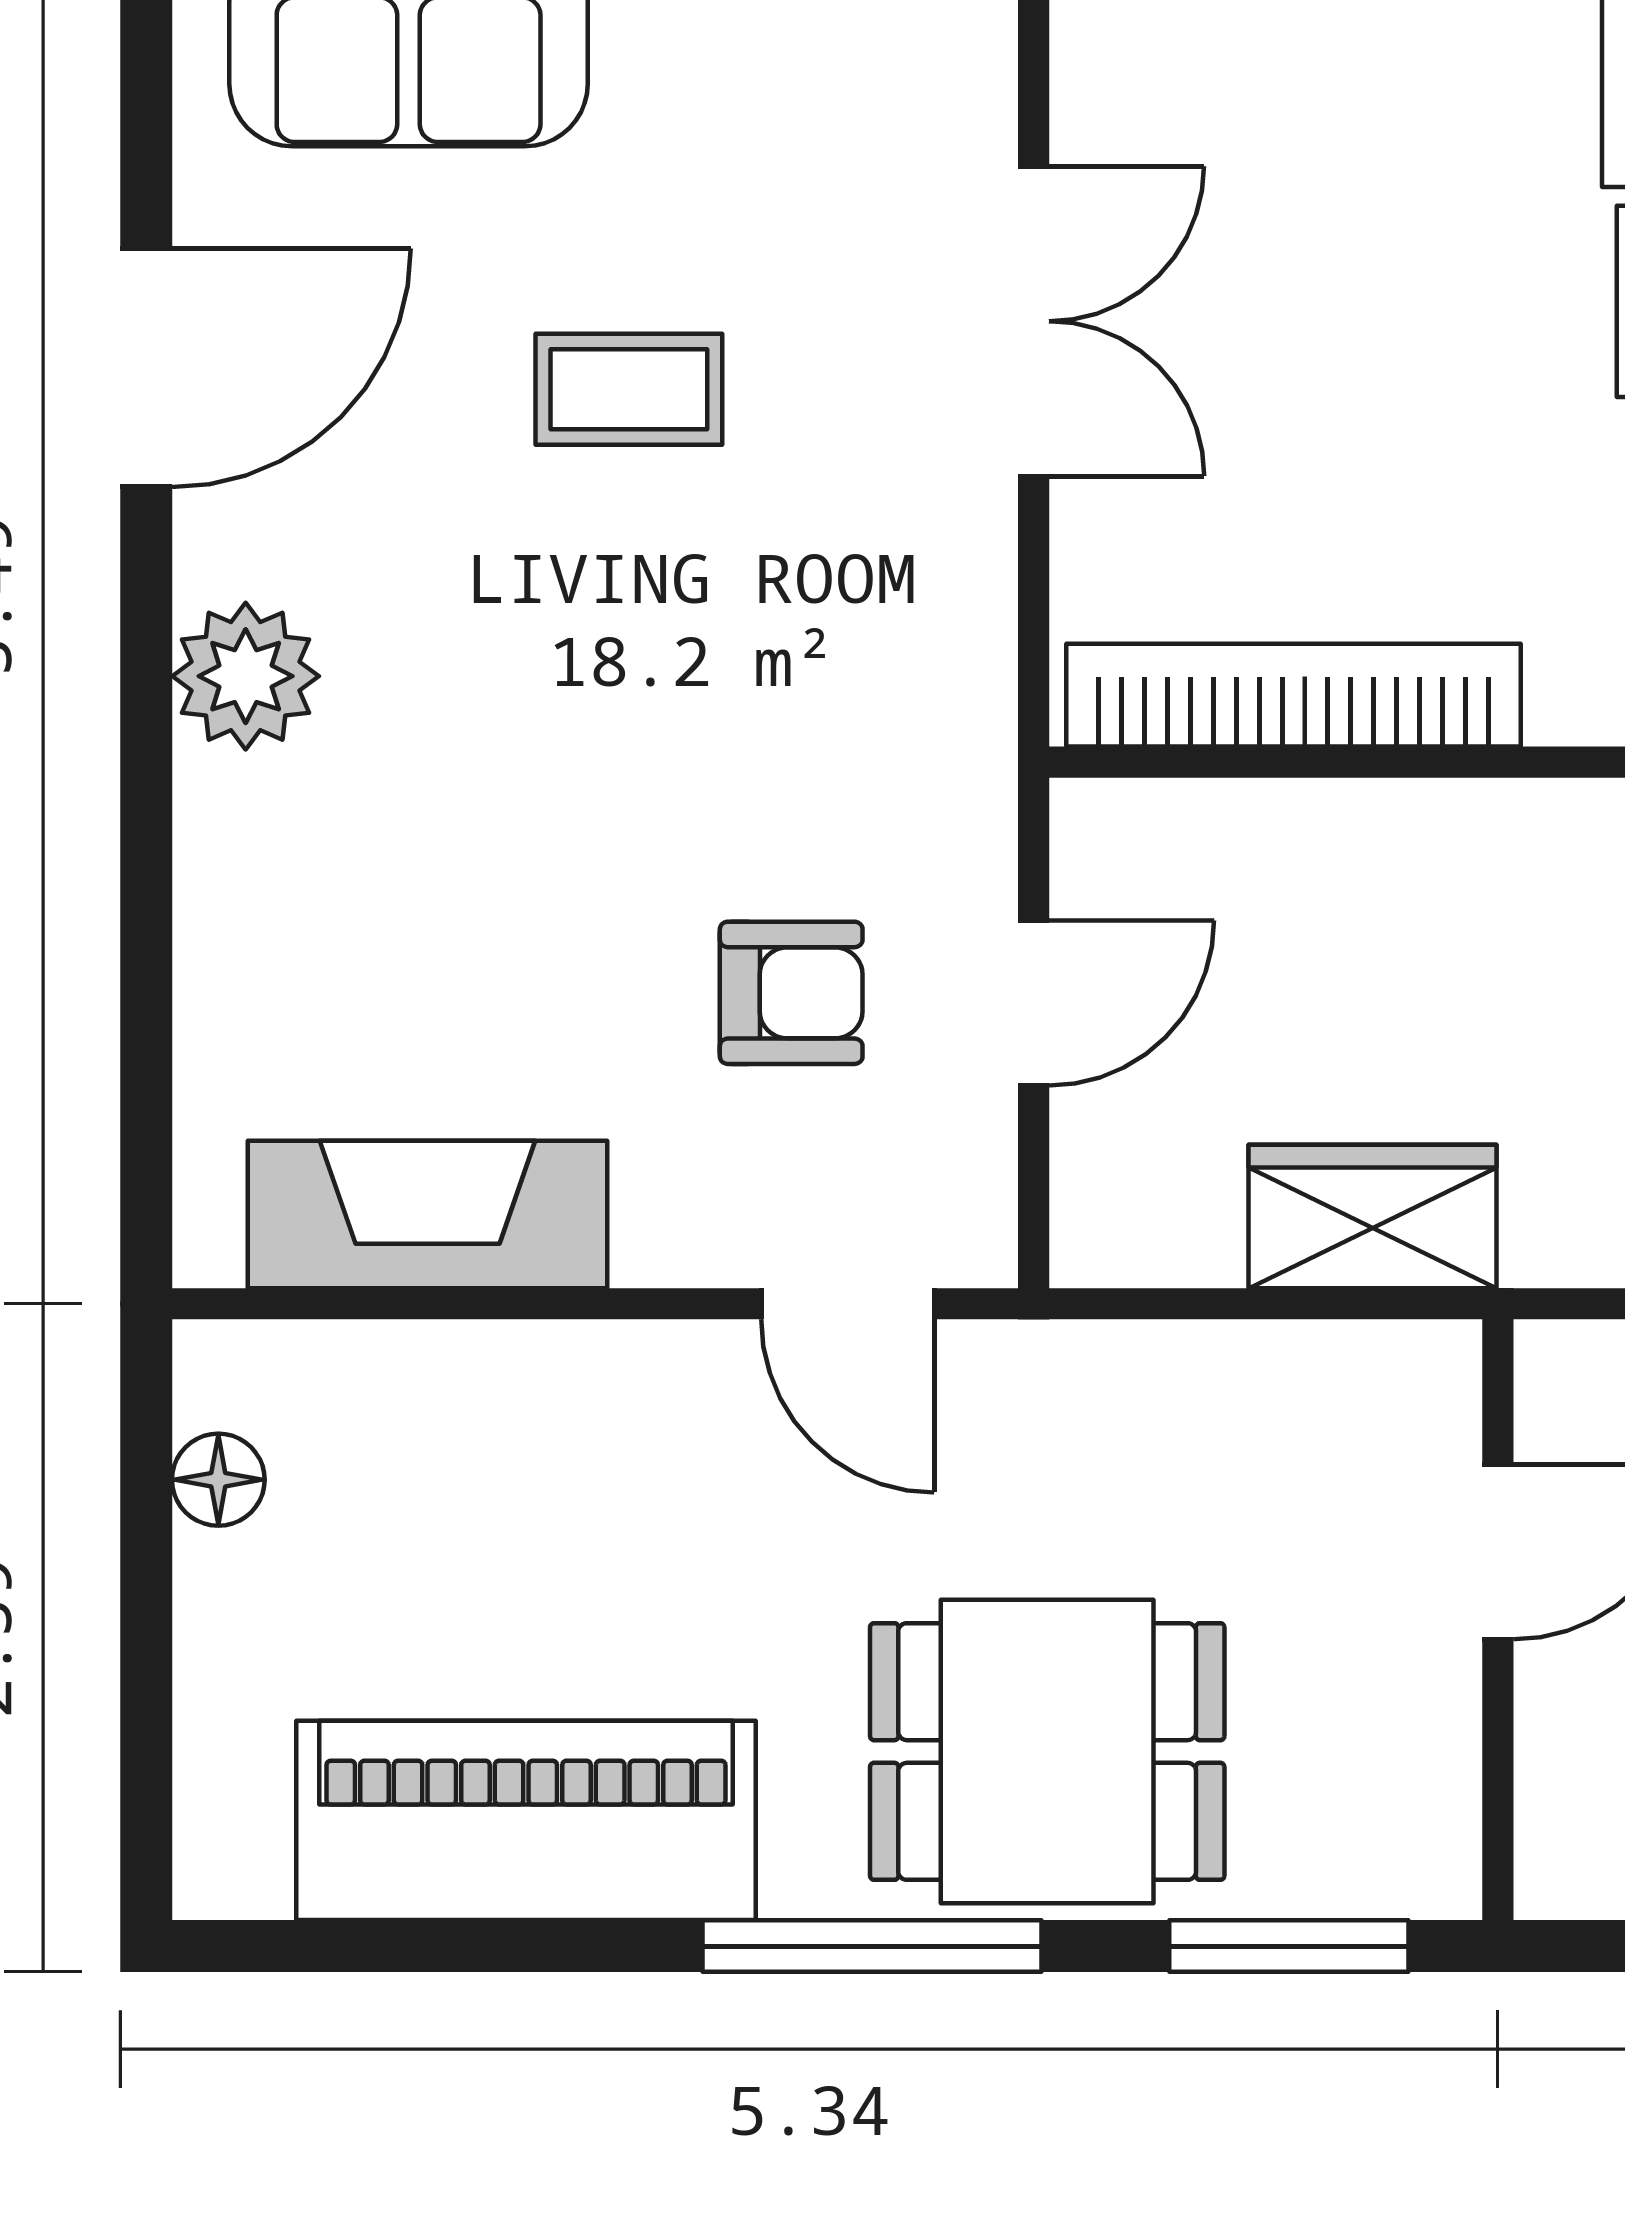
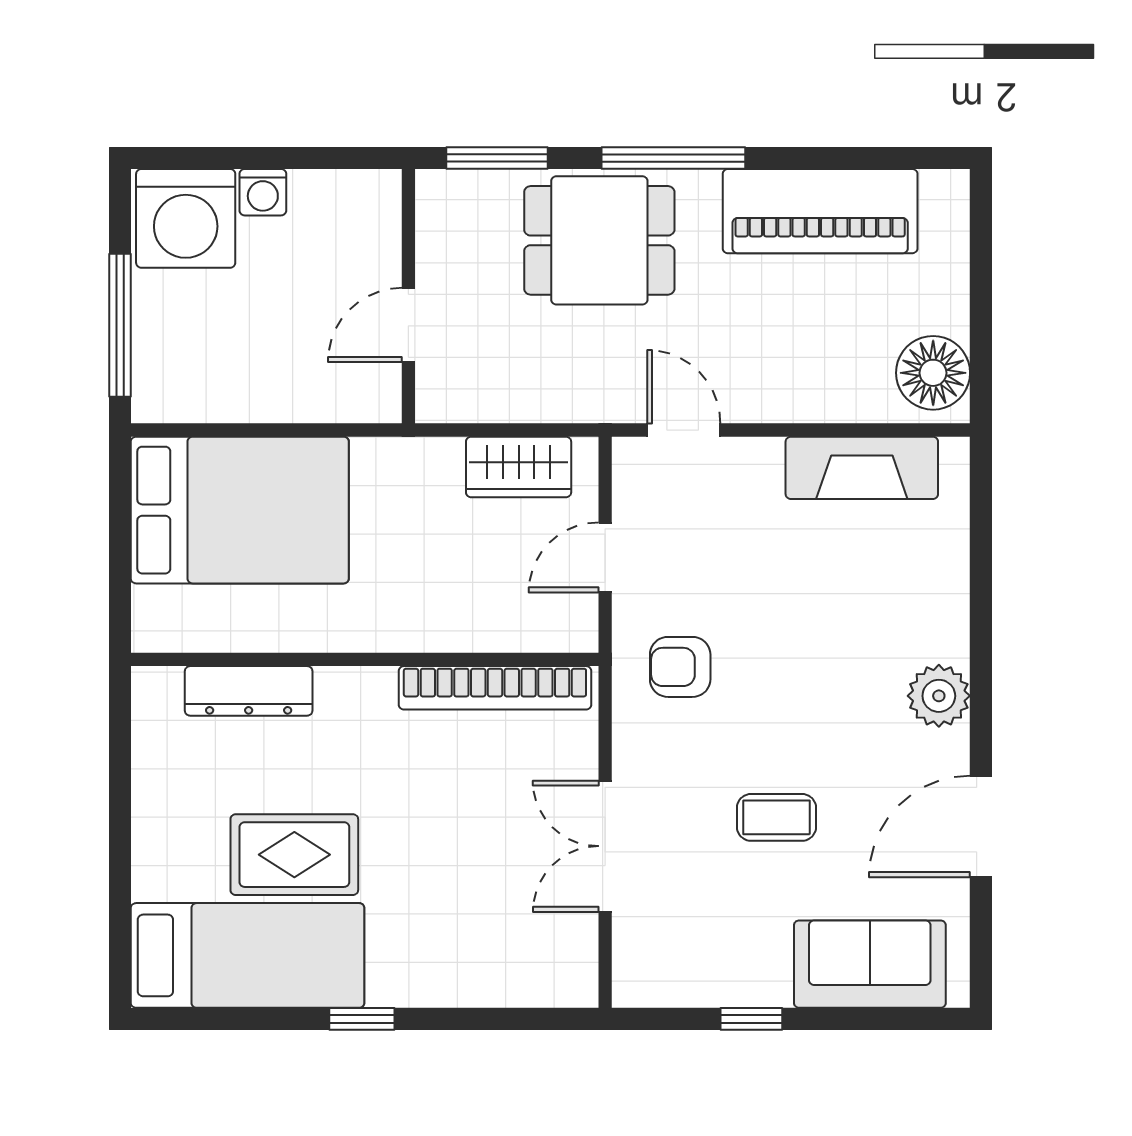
armchair: (791, 993) -> (680, 667), moved
wardrobe: (1373, 1216) -> (519, 467), moved
floor lamp: (218, 1480) -> (933, 373), width x1.89, depth x1.89

